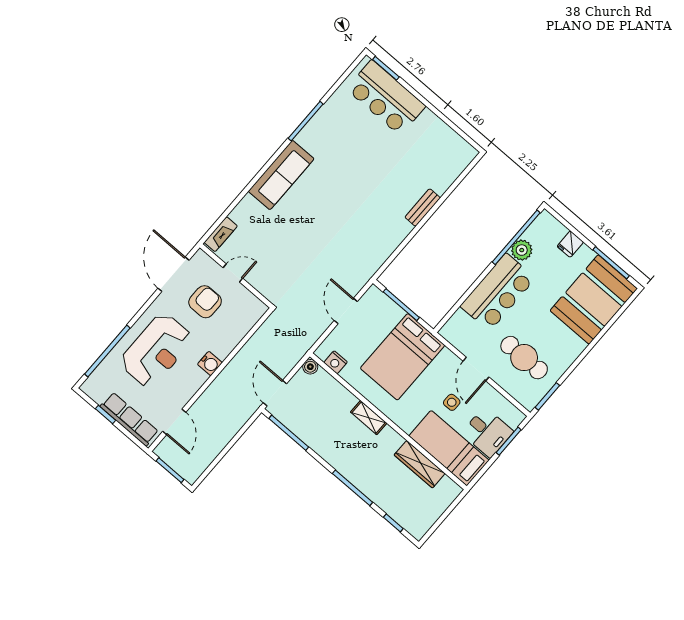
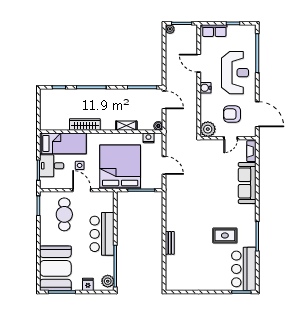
bar counter: (386, 98) -> (244, 269), moved, turned -90
rug: (345, 157) -> (225, 235), added
sofa: (281, 175) -> (247, 183), moved
plant: (522, 250) -> (108, 281), moved
armchair: (205, 302) -> (232, 114), turned 90
plant: (252, 309) -> (208, 129), added
reception desk: (156, 350) -> (235, 73), turned 180
bed: (403, 357) -> (120, 167), width x1.36
cafe table: (524, 358) -> (64, 214), turned 90
shelving: (369, 418) -> (126, 126), moved
row of seats: (129, 419) -> (214, 31), width x0.68
door: (174, 422) -> (199, 63), moved
wardrobe: (420, 464) -> (85, 124), moved
plant: (191, 476) -> (170, 29), added

